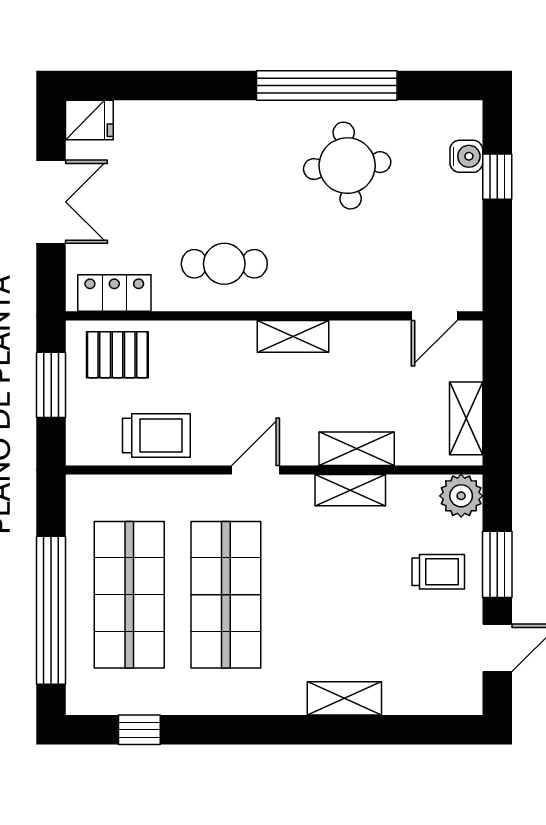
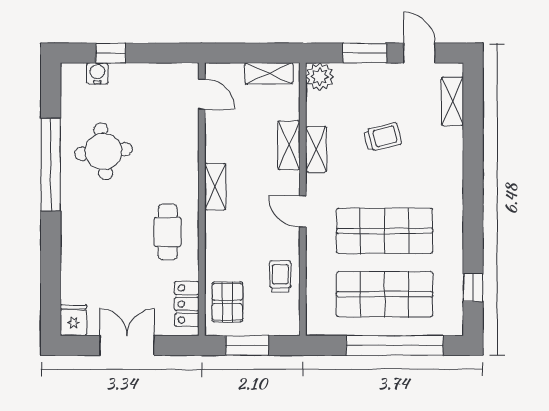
trolley: (156, 436) -> (280, 276), width x0.73, depth x0.72
trolley: (438, 572) -> (383, 137), moved, turned 76
shelving: (344, 698) -> (452, 101), moved

